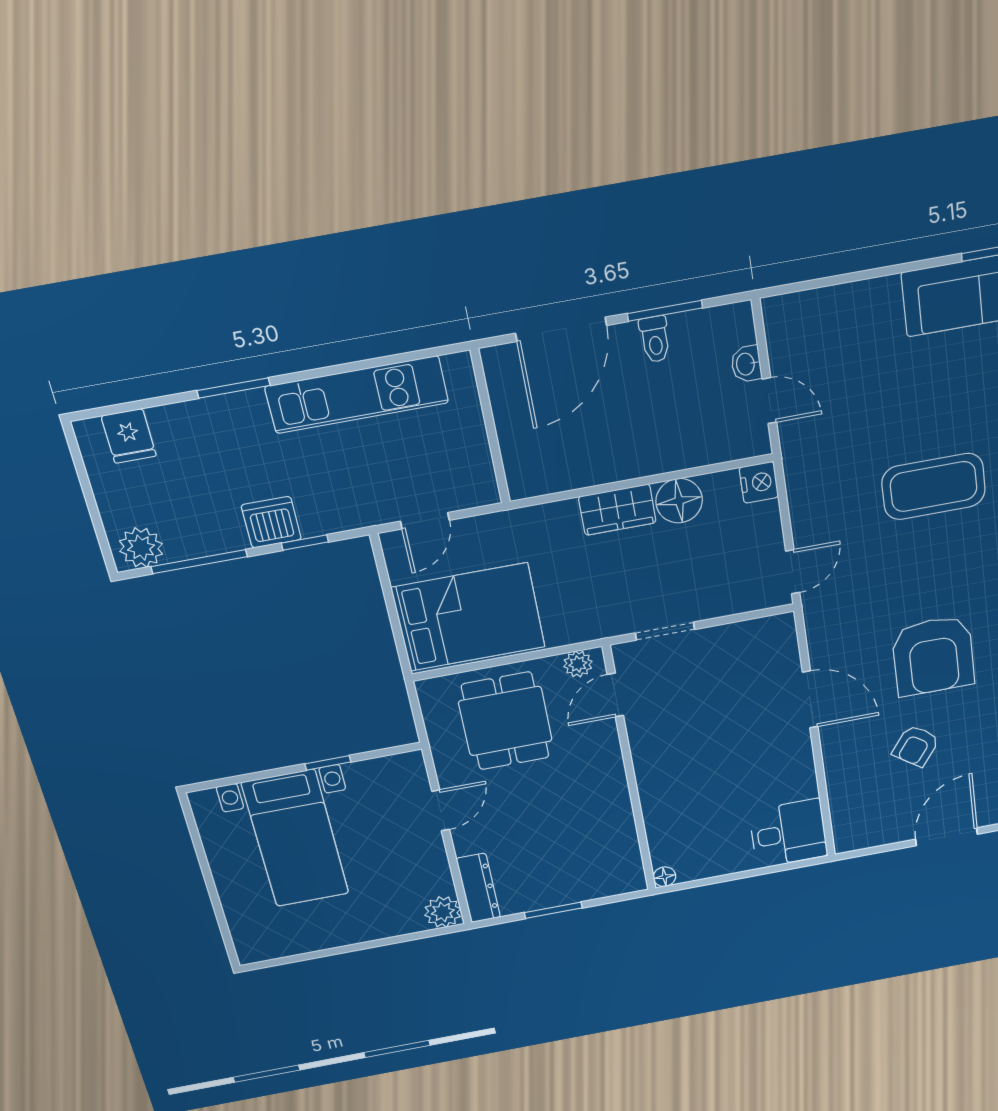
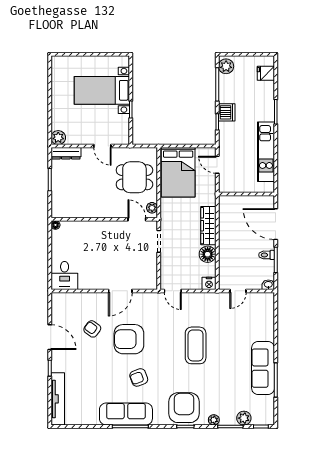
washbasin: (746, 364) -> (268, 285), moved
wardrobe: (617, 510) -> (208, 226), width x1.50

